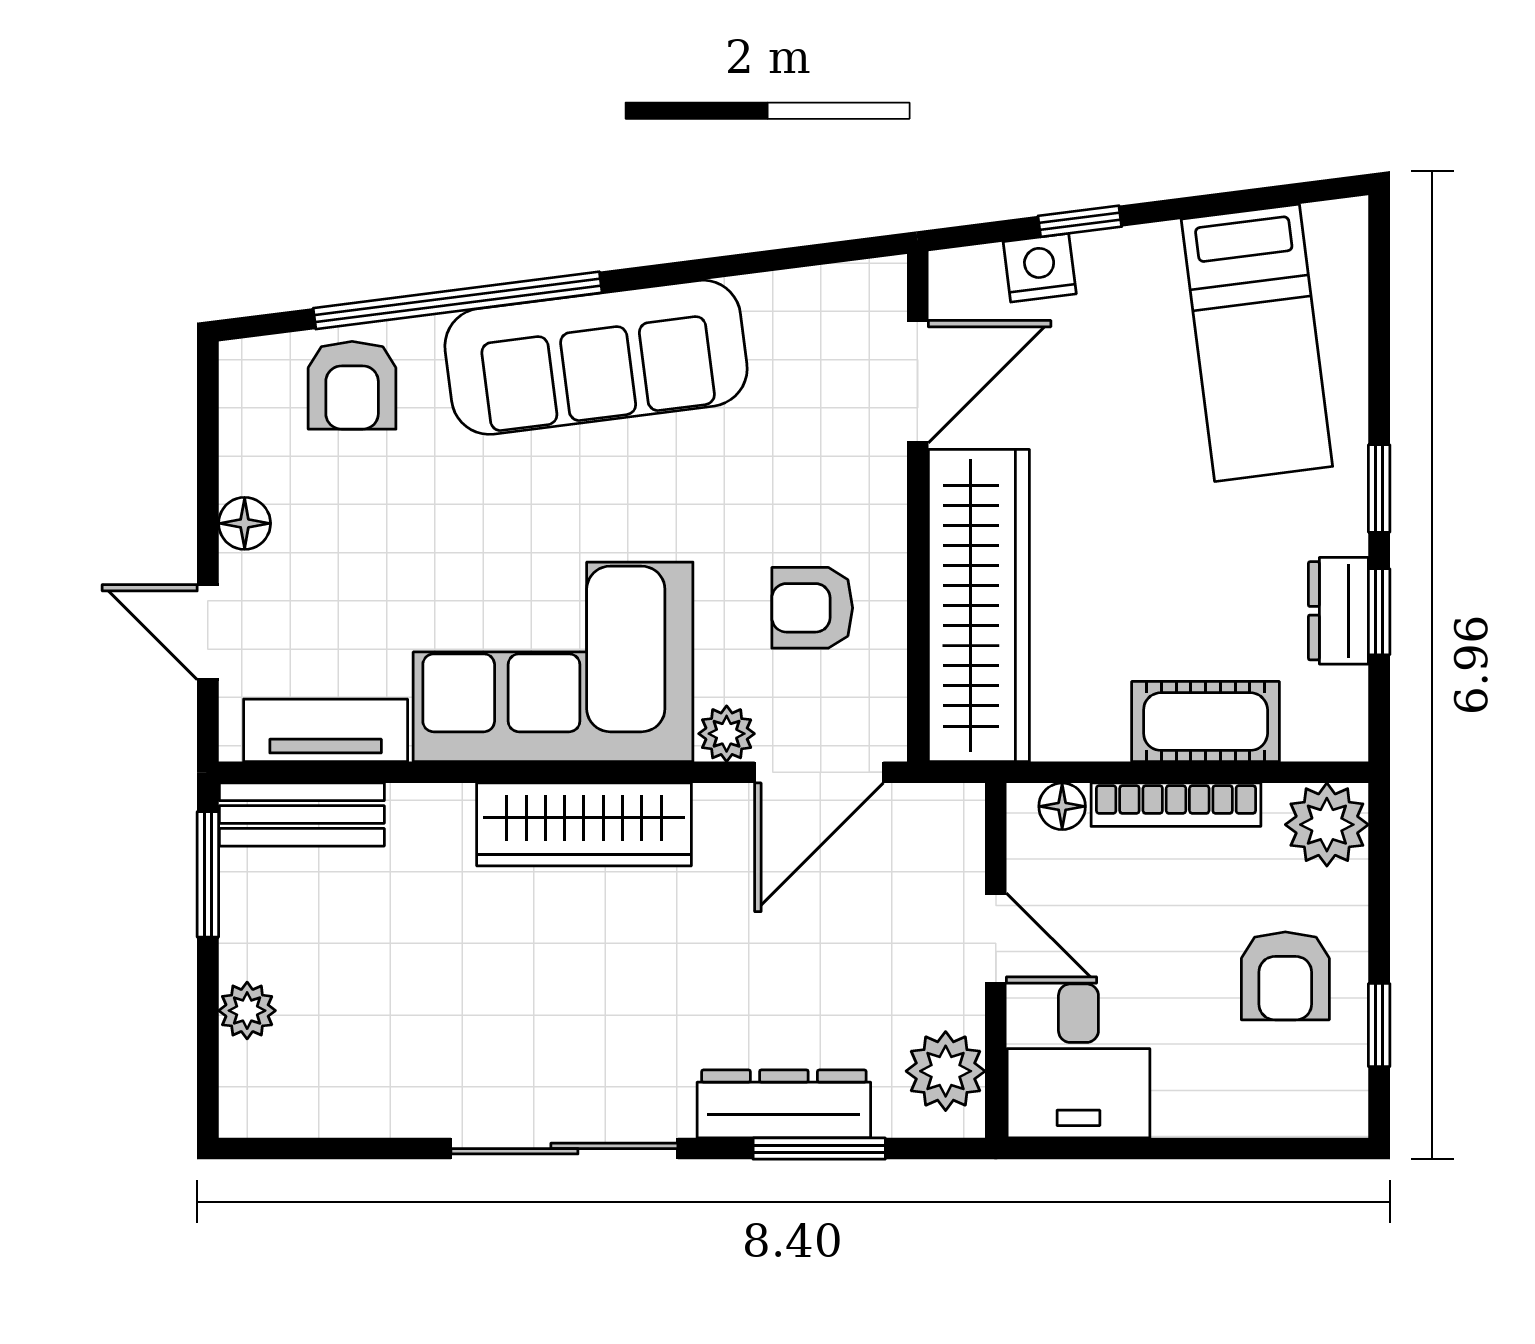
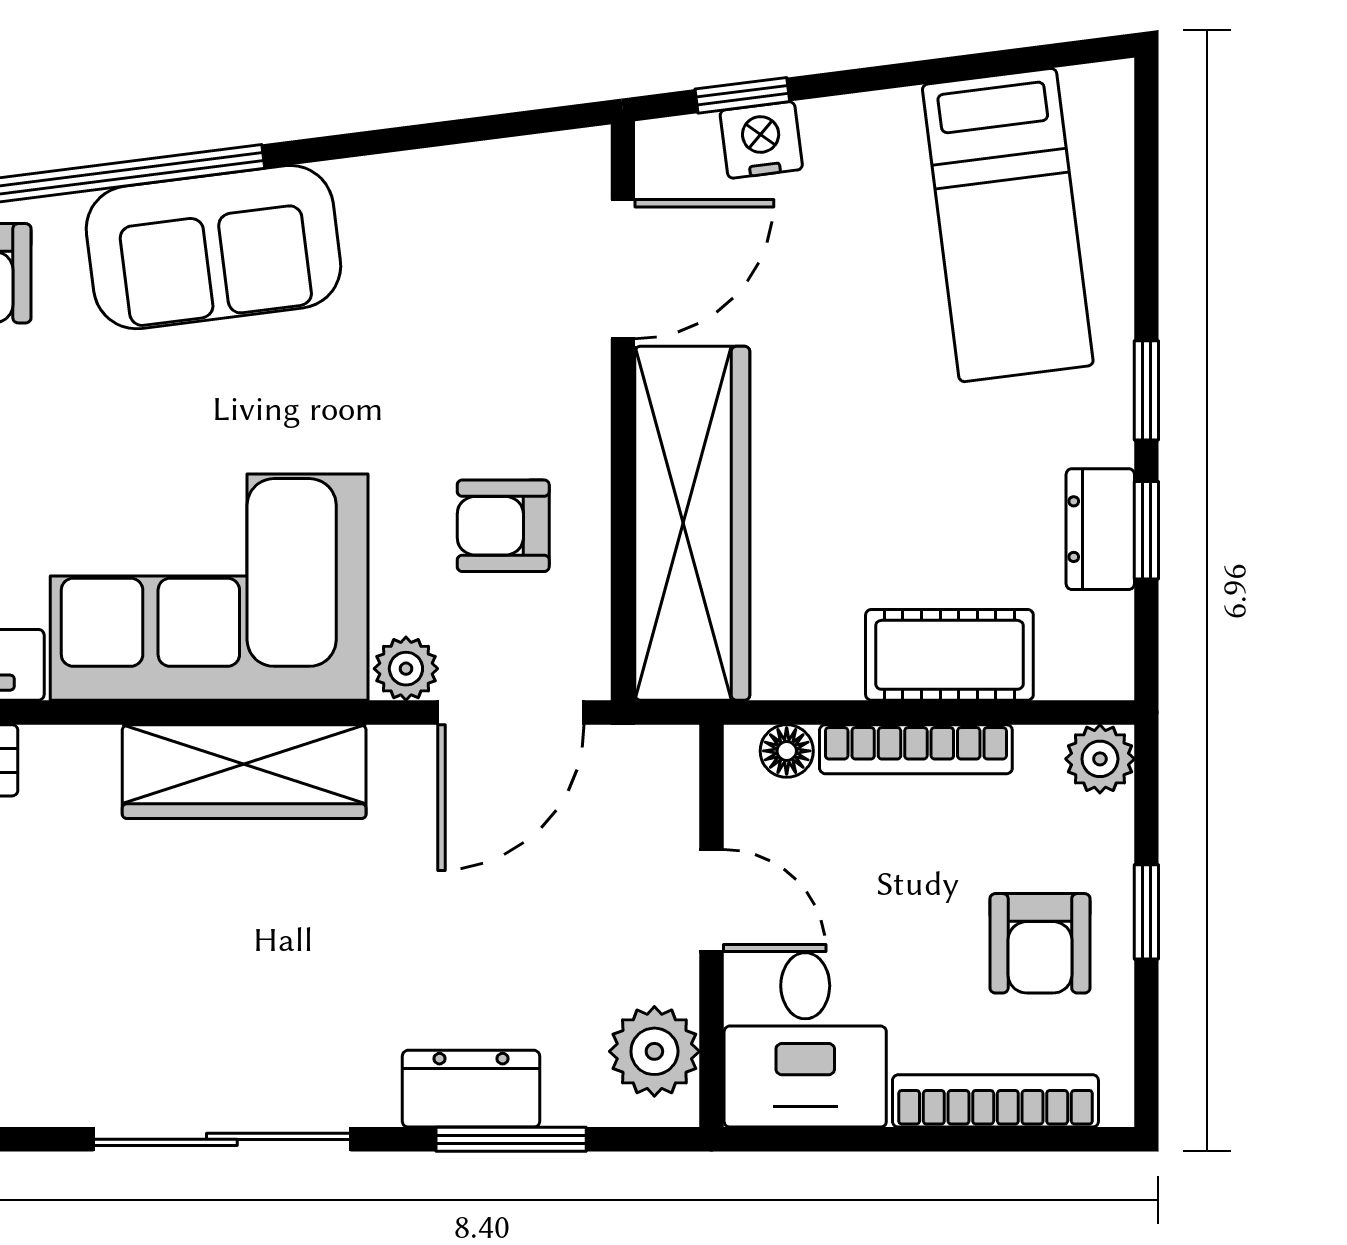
window: (1080, 221) -> (742, 95), moved
sofa: (596, 357) -> (213, 247), width x0.73
plant: (1327, 825) -> (1100, 759), width x0.73, depth x0.73
window: (1379, 1025) -> (1146, 912), moved
dresser: (784, 1104) -> (471, 1089), width x0.70
bookcase: (1246, 1115) -> (995, 1101), added

